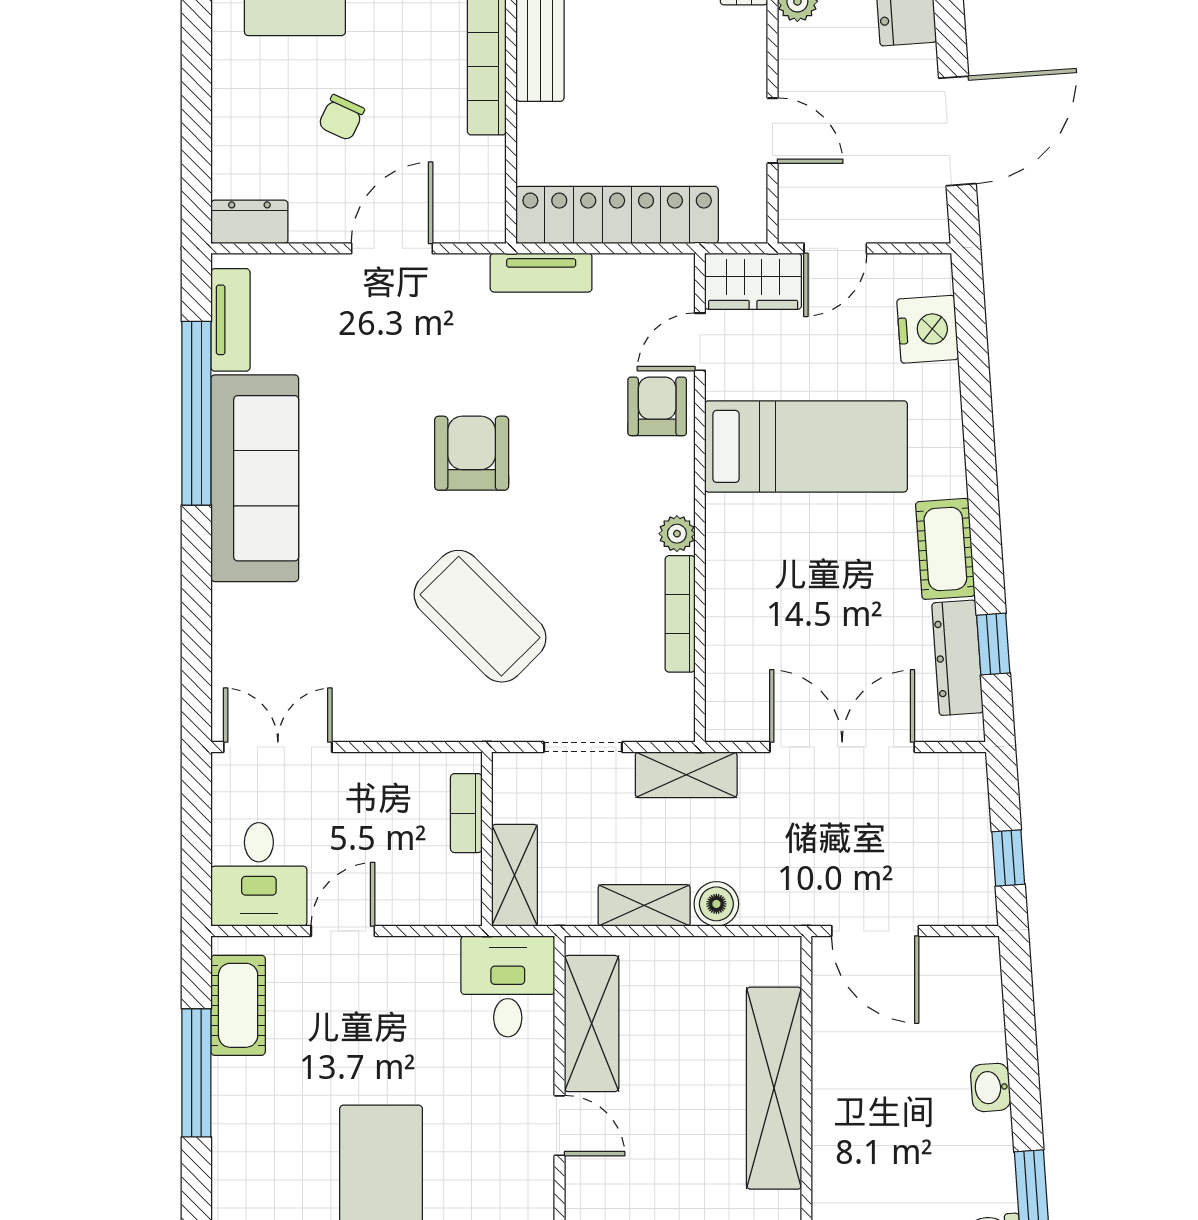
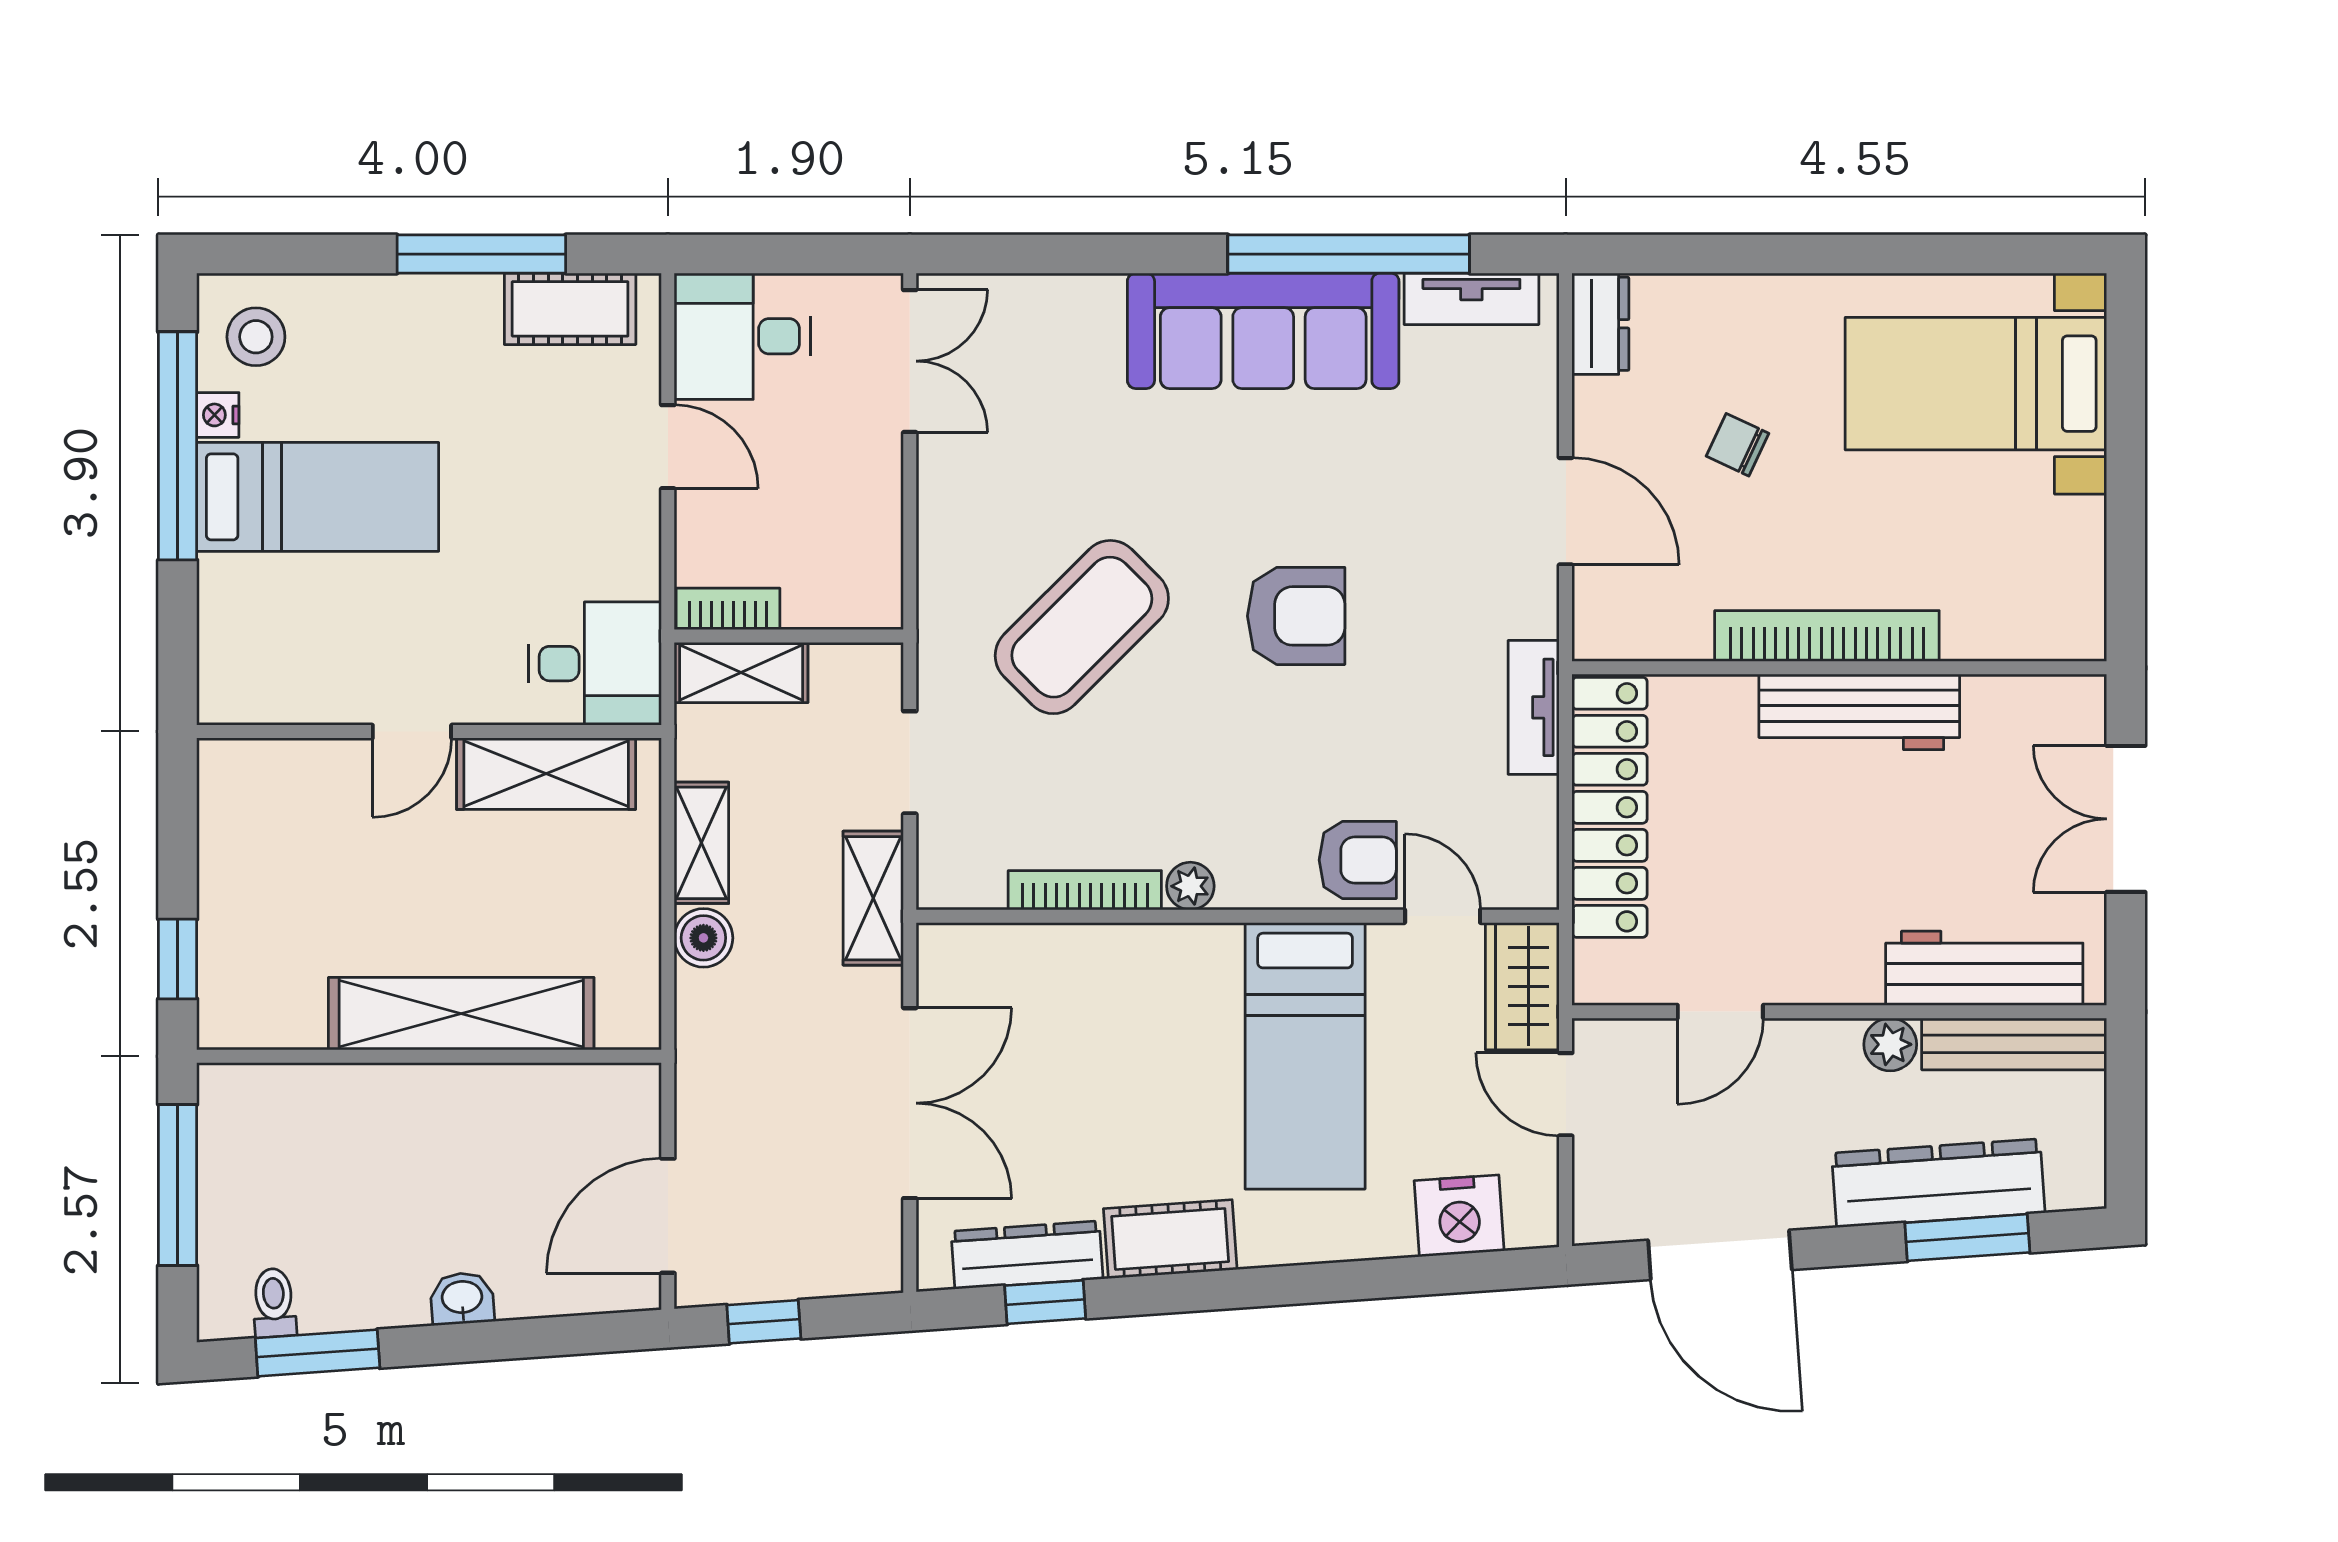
bookcase: (466, 813) -> (728, 609), moved
door: (875, 931) -> (668, 1216), moved

